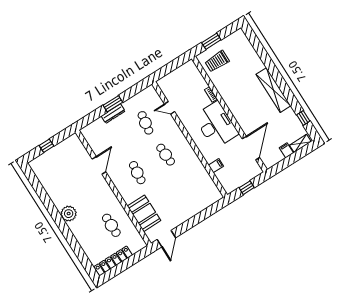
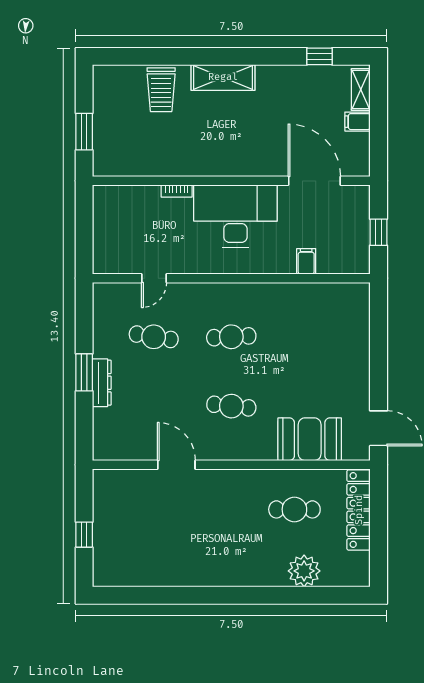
trolley: (217, 61) -> (161, 90), moved
shelving: (273, 90) -> (223, 77), width x0.68
plant: (69, 214) -> (304, 571), moved
locker: (113, 261) -> (359, 510), moved

